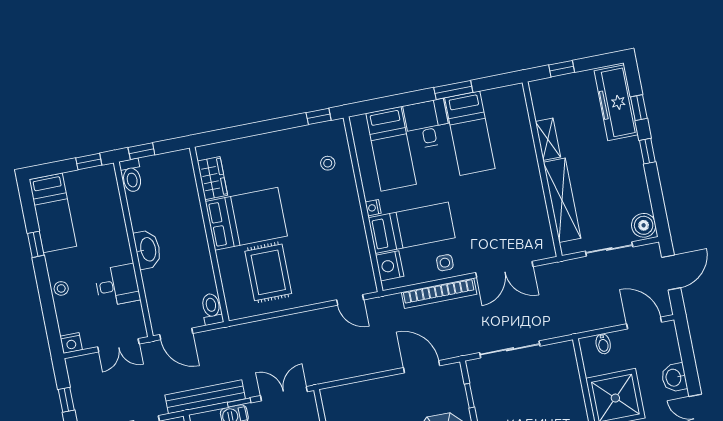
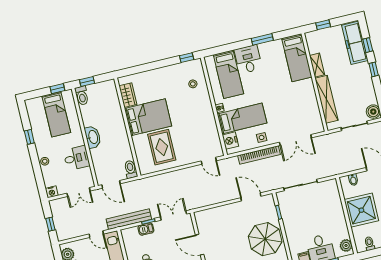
bed: (470, 133) -> (297, 58), moved
bed: (53, 213) -> (56, 114), moved

